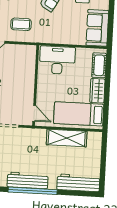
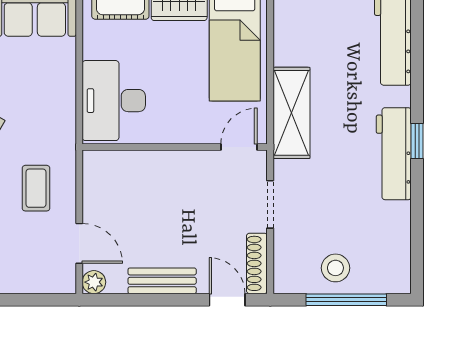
shelving: (67, 138) -> (291, 113), moved
window: (33, 191) -> (417, 141), width x0.32

